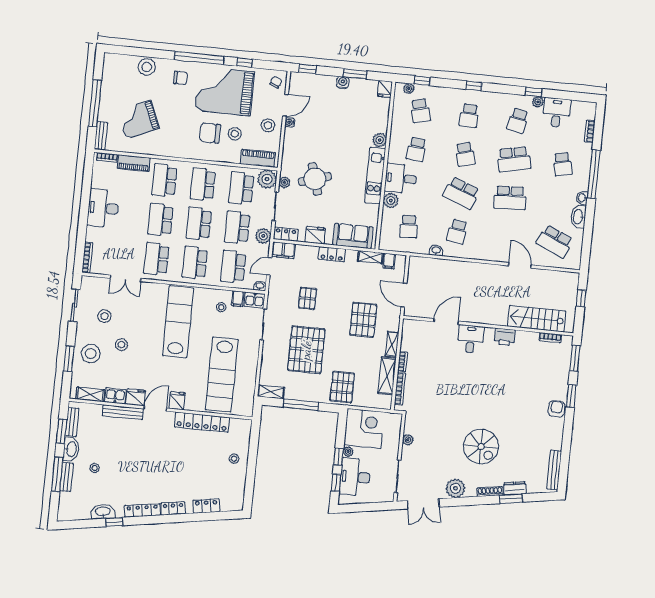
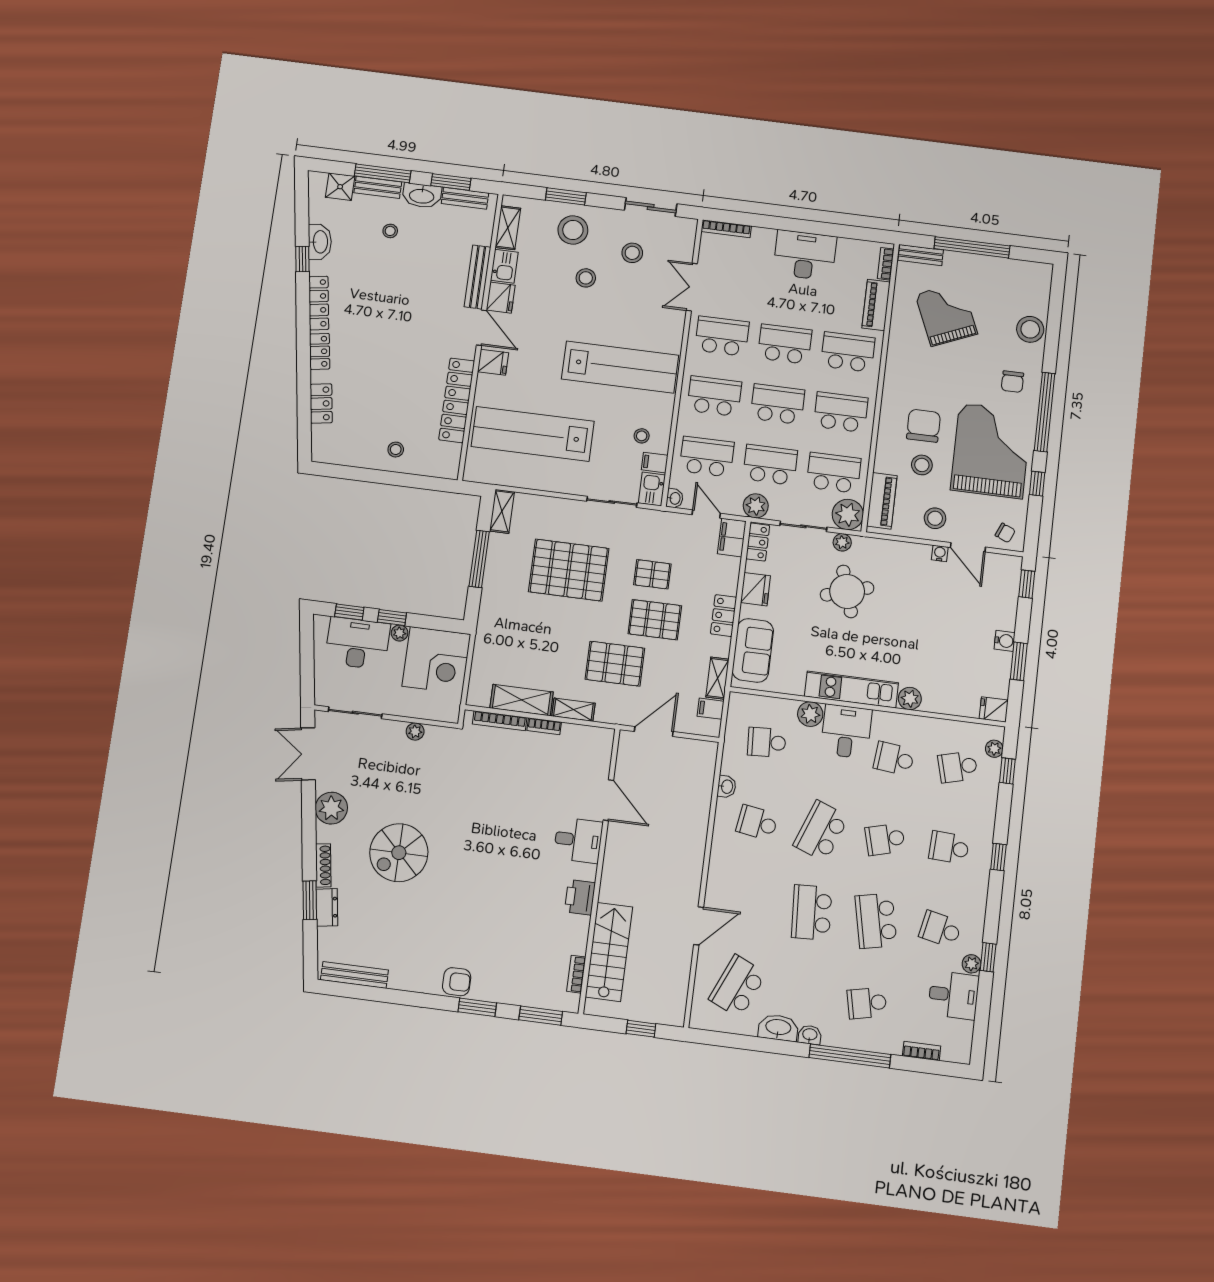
pallet: (342, 387) -> (655, 620), moved
shower: (67, 501) -> (340, 187), added

